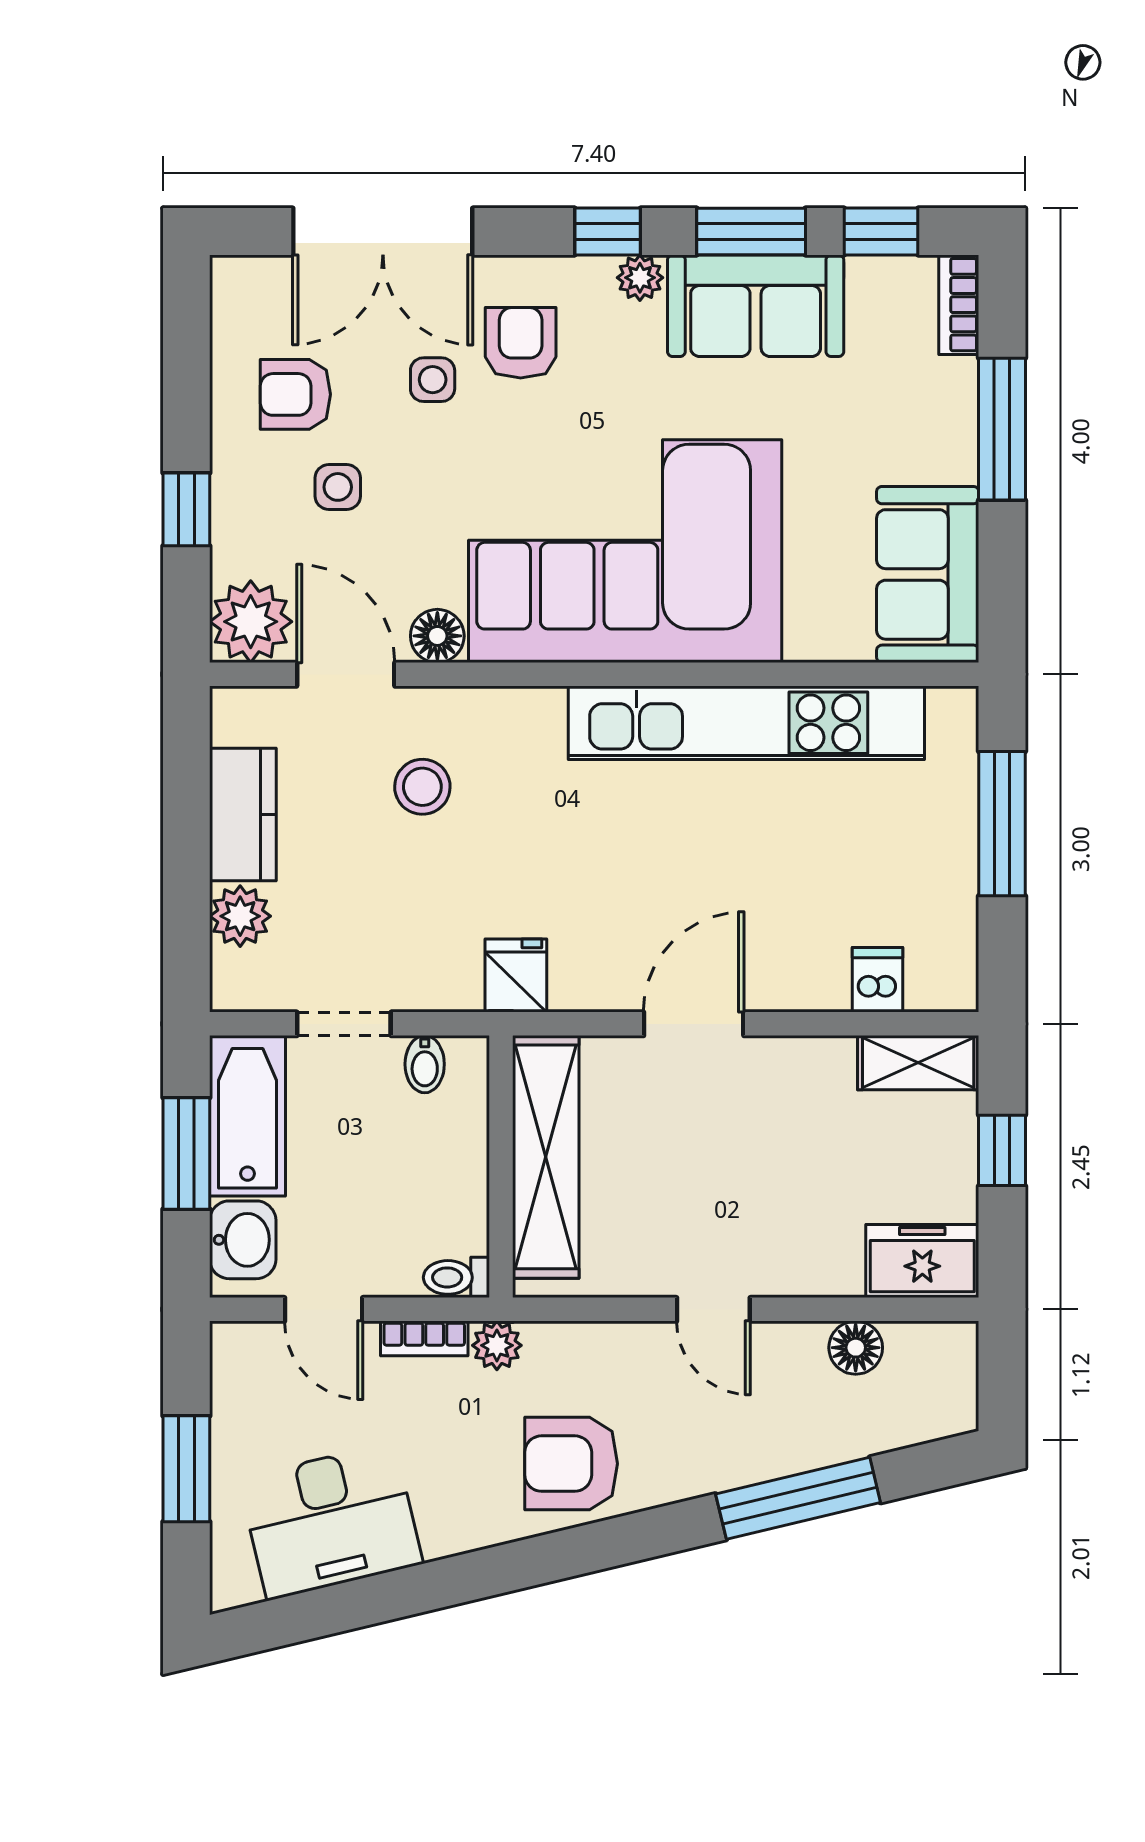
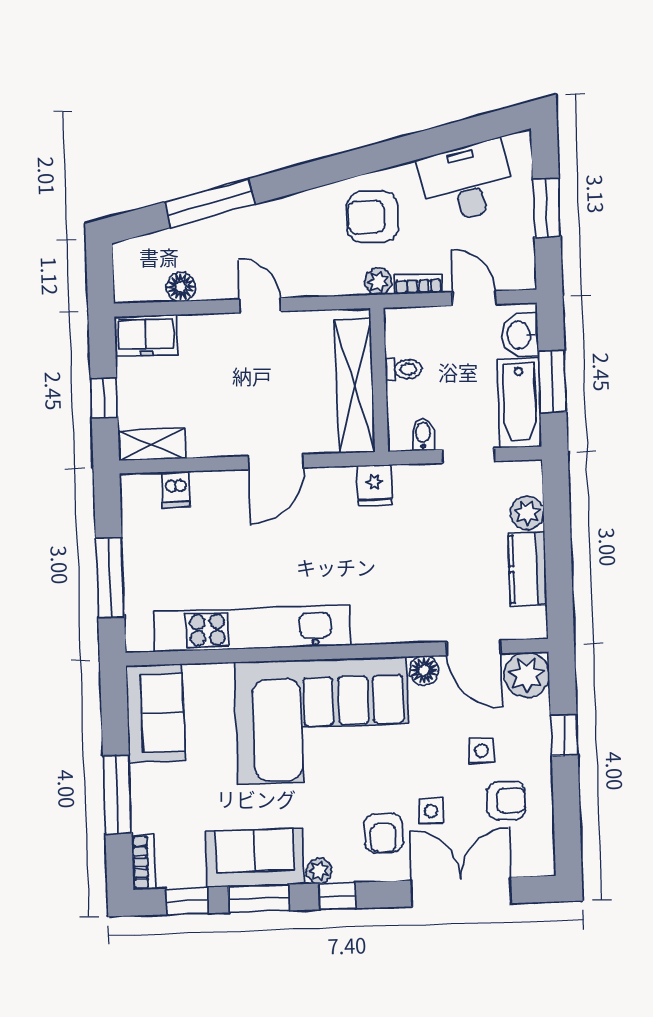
stool: (422, 787) -> (429, 587), removed
toilet: (456, 1277) -> (403, 369), moved
armchair: (571, 1464) -> (372, 217), moved, turned 180

